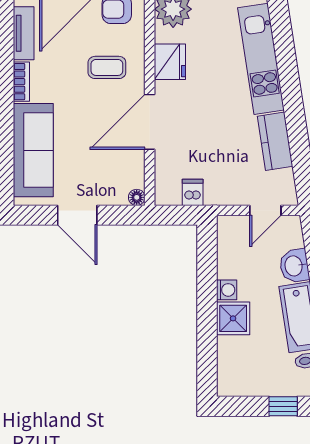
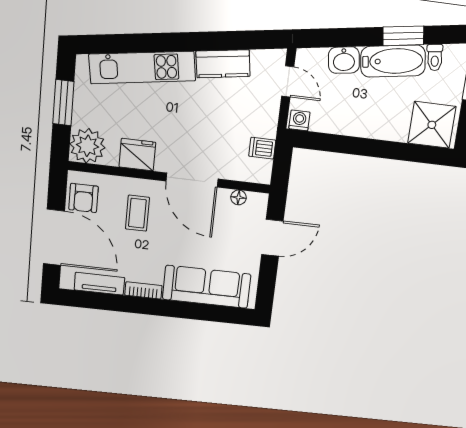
floor lamp: (137, 197) -> (238, 197), moved
door: (77, 215) -> (272, 238), moved
washing machine: (227, 290) -> (299, 120), moved
shower: (233, 318) -> (432, 125), moved, width x1.36, depth x1.36

